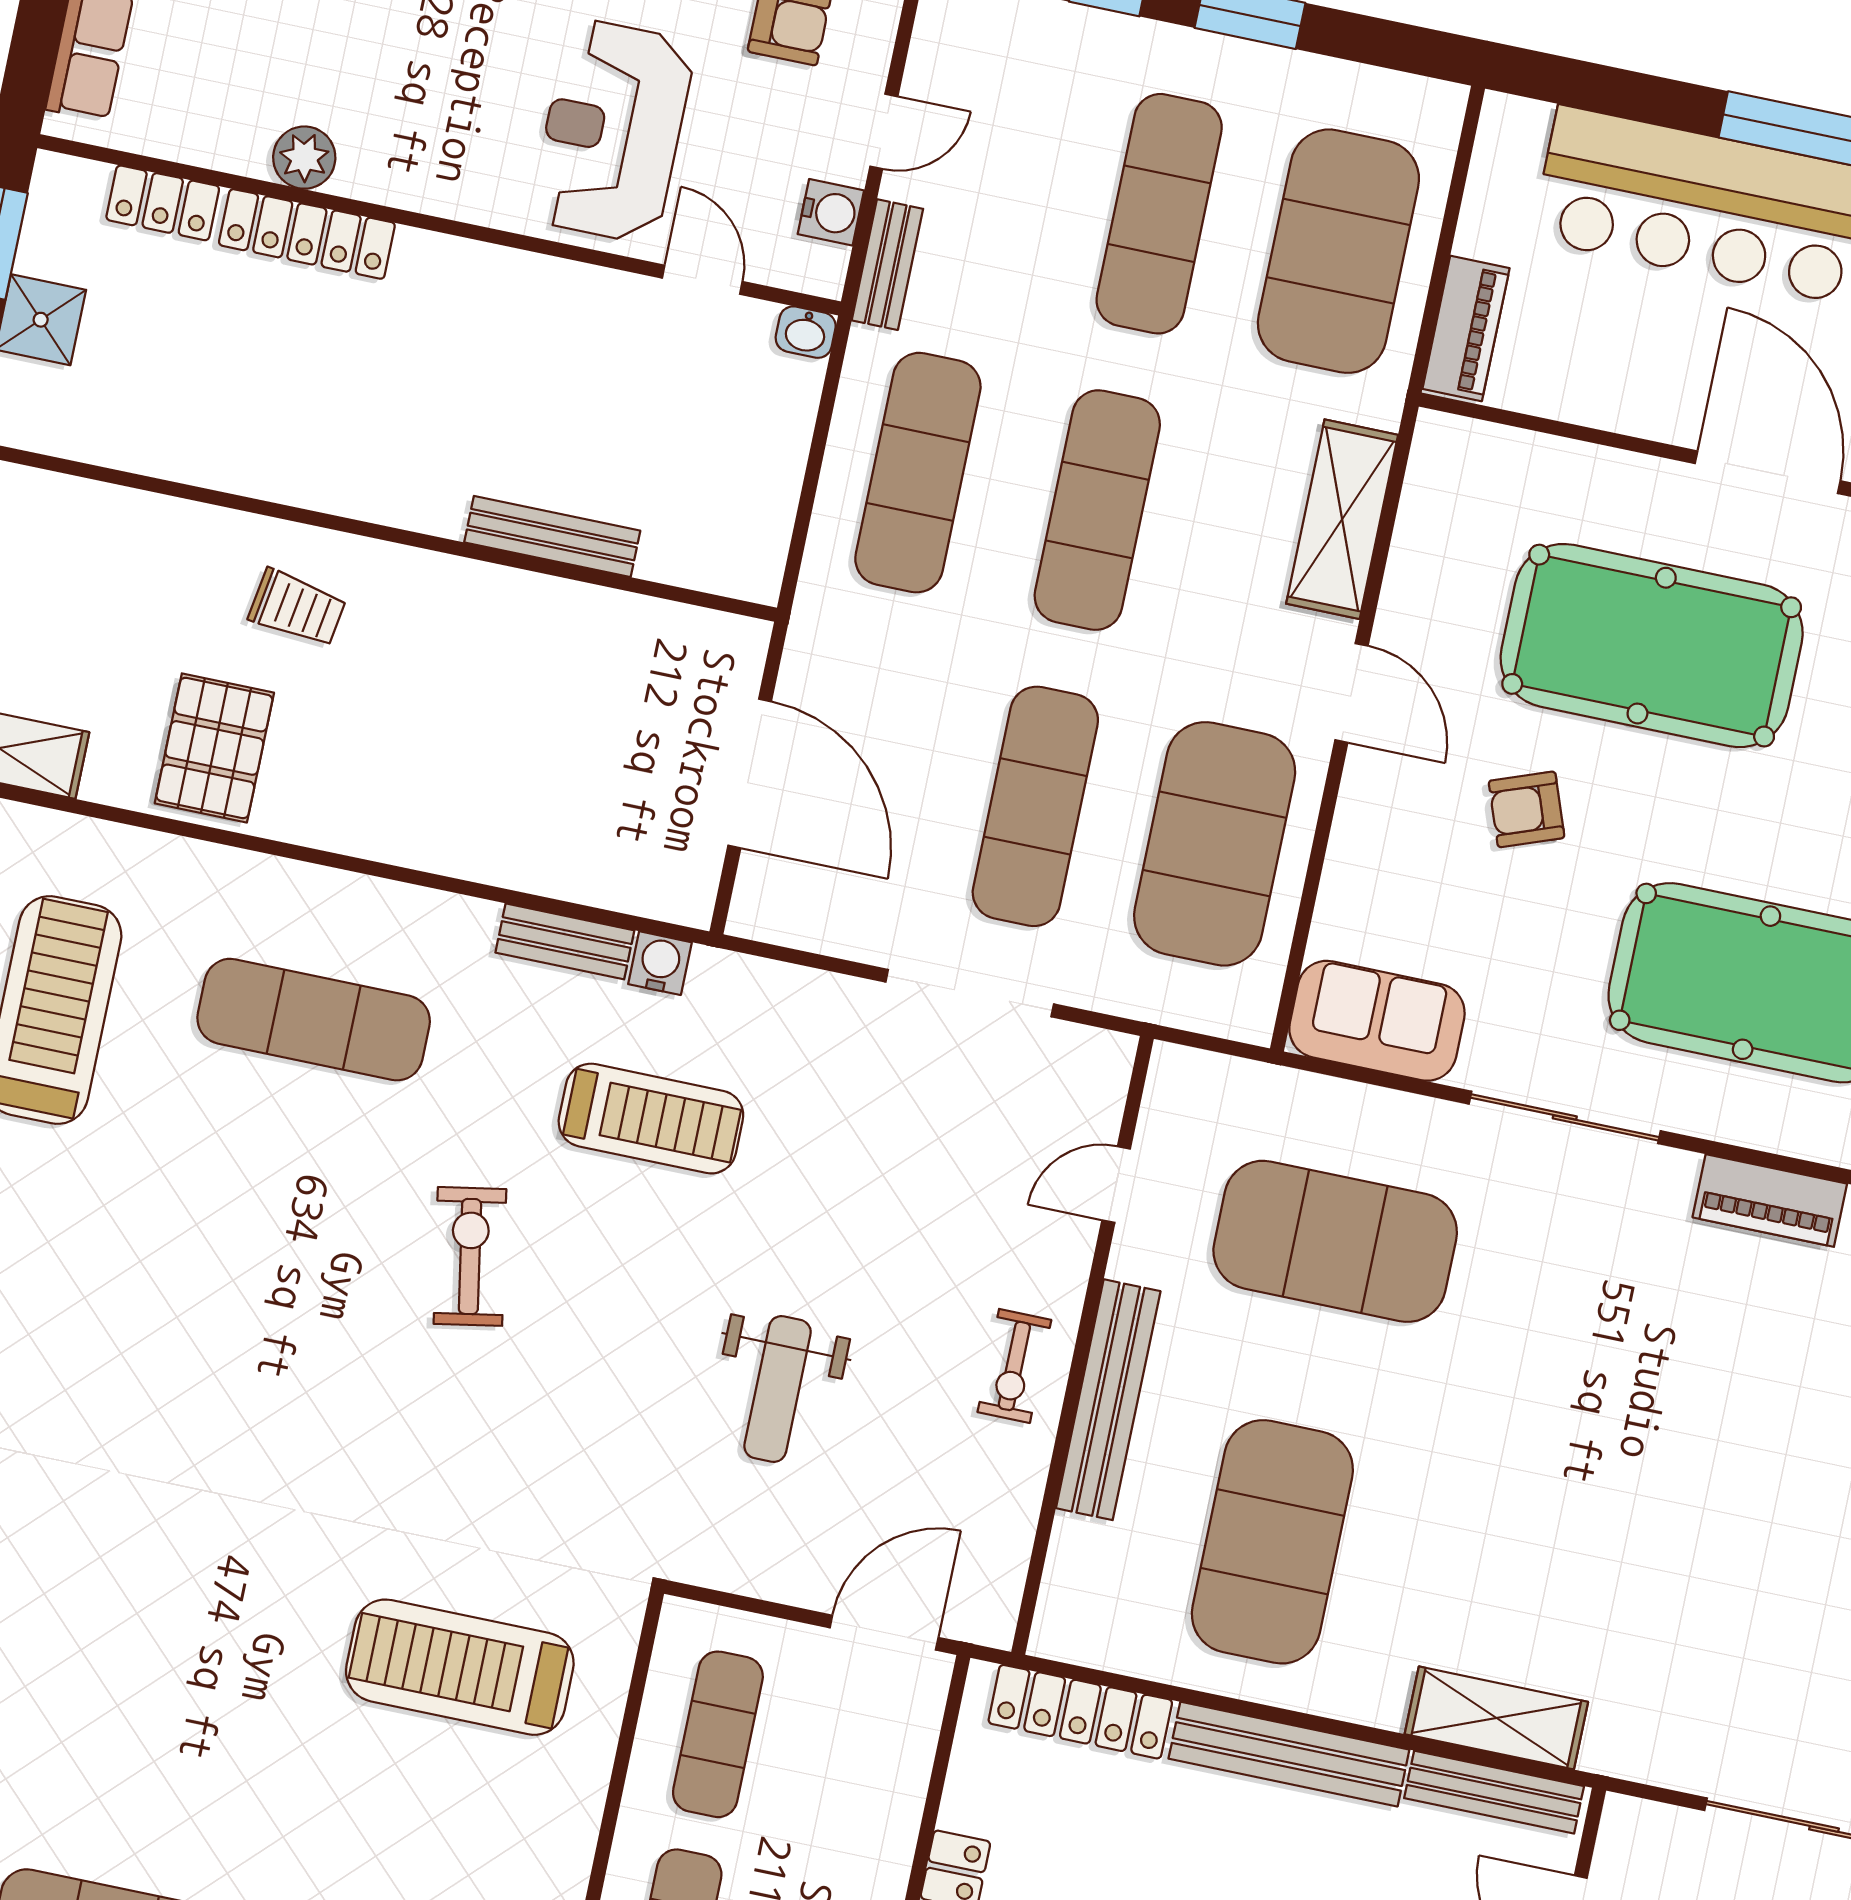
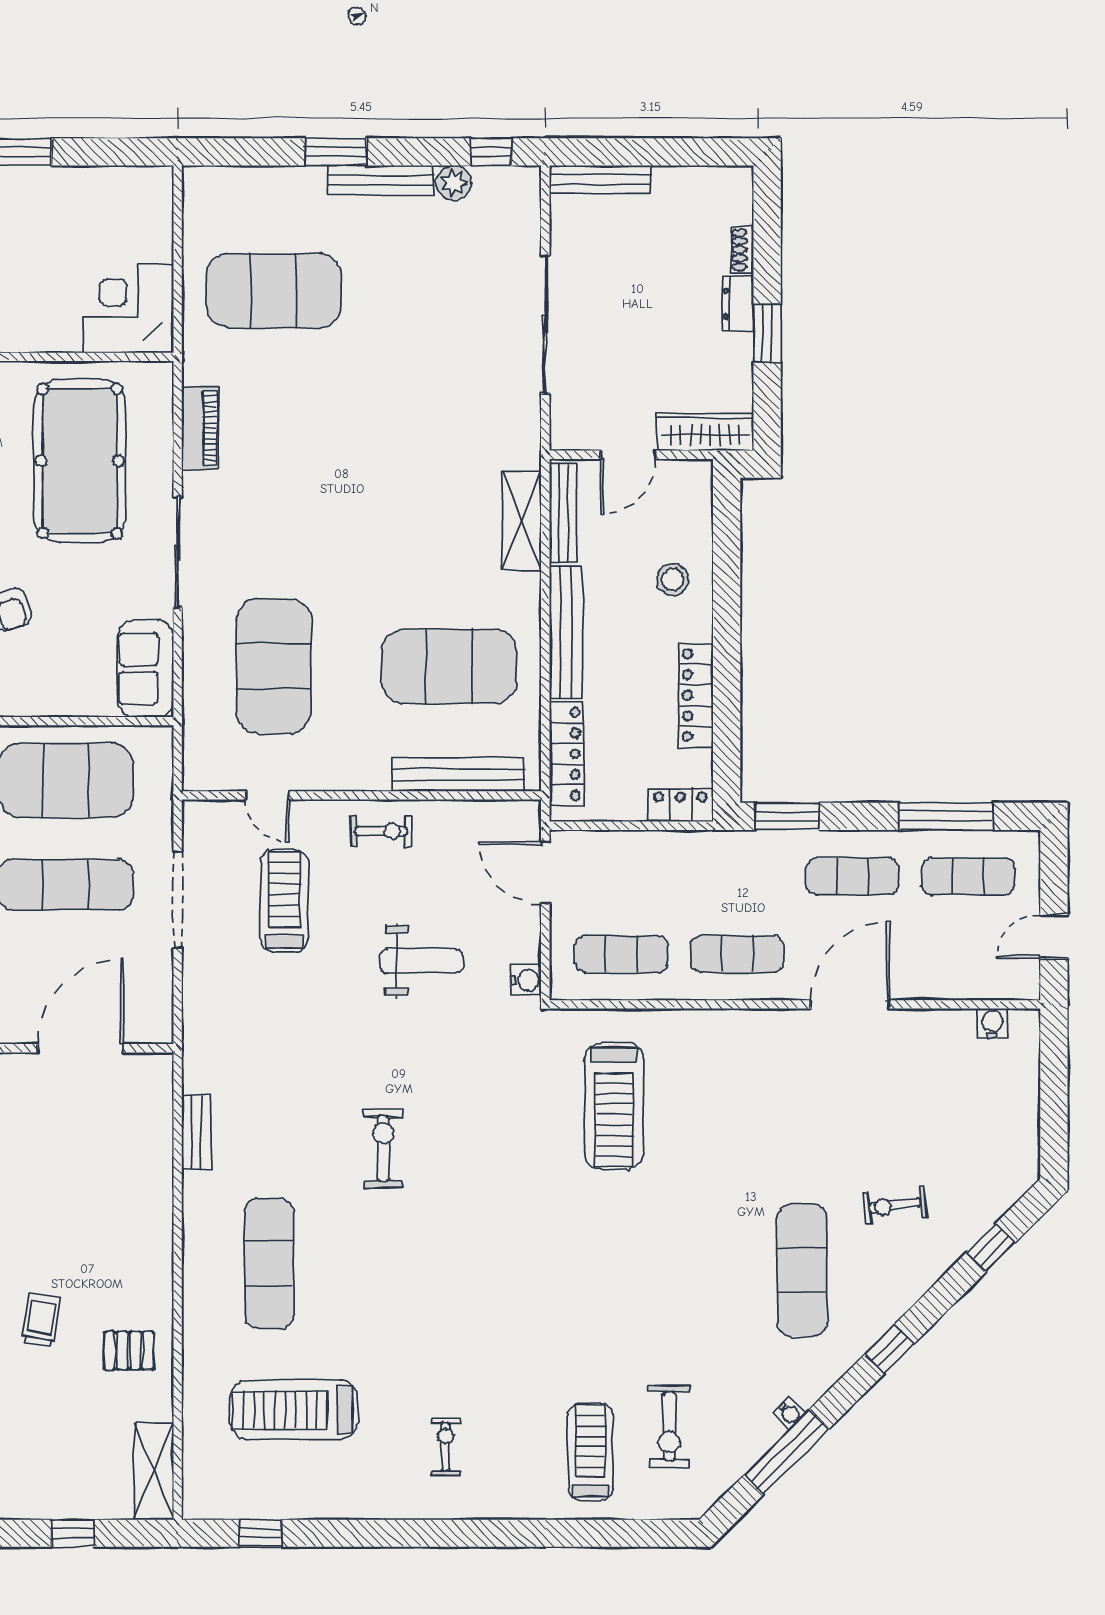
pallet: (214, 748) -> (129, 1351), width x0.67, depth x0.71
water cooler: (660, 963) -> (526, 980), moved, turned 180
treadmill: (651, 1119) -> (284, 901), moved
exercise bike: (470, 1256) -> (383, 1148), turned 100
bench: (1108, 1400) -> (458, 775), moved

